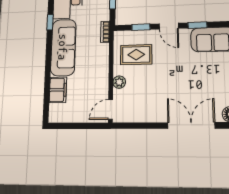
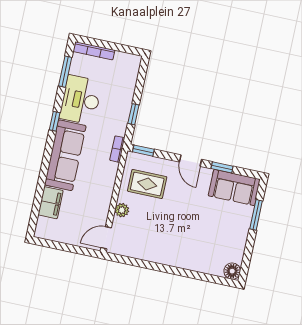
window: (141, 27) -> (143, 151), moved
double door: (191, 125) -> (189, 274), removed

